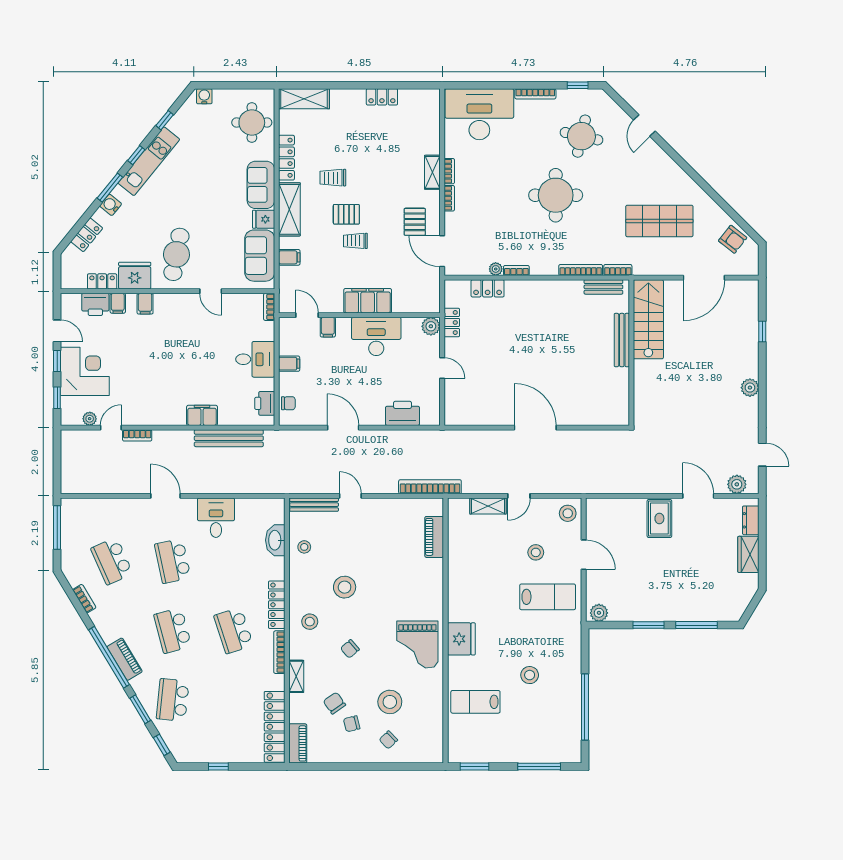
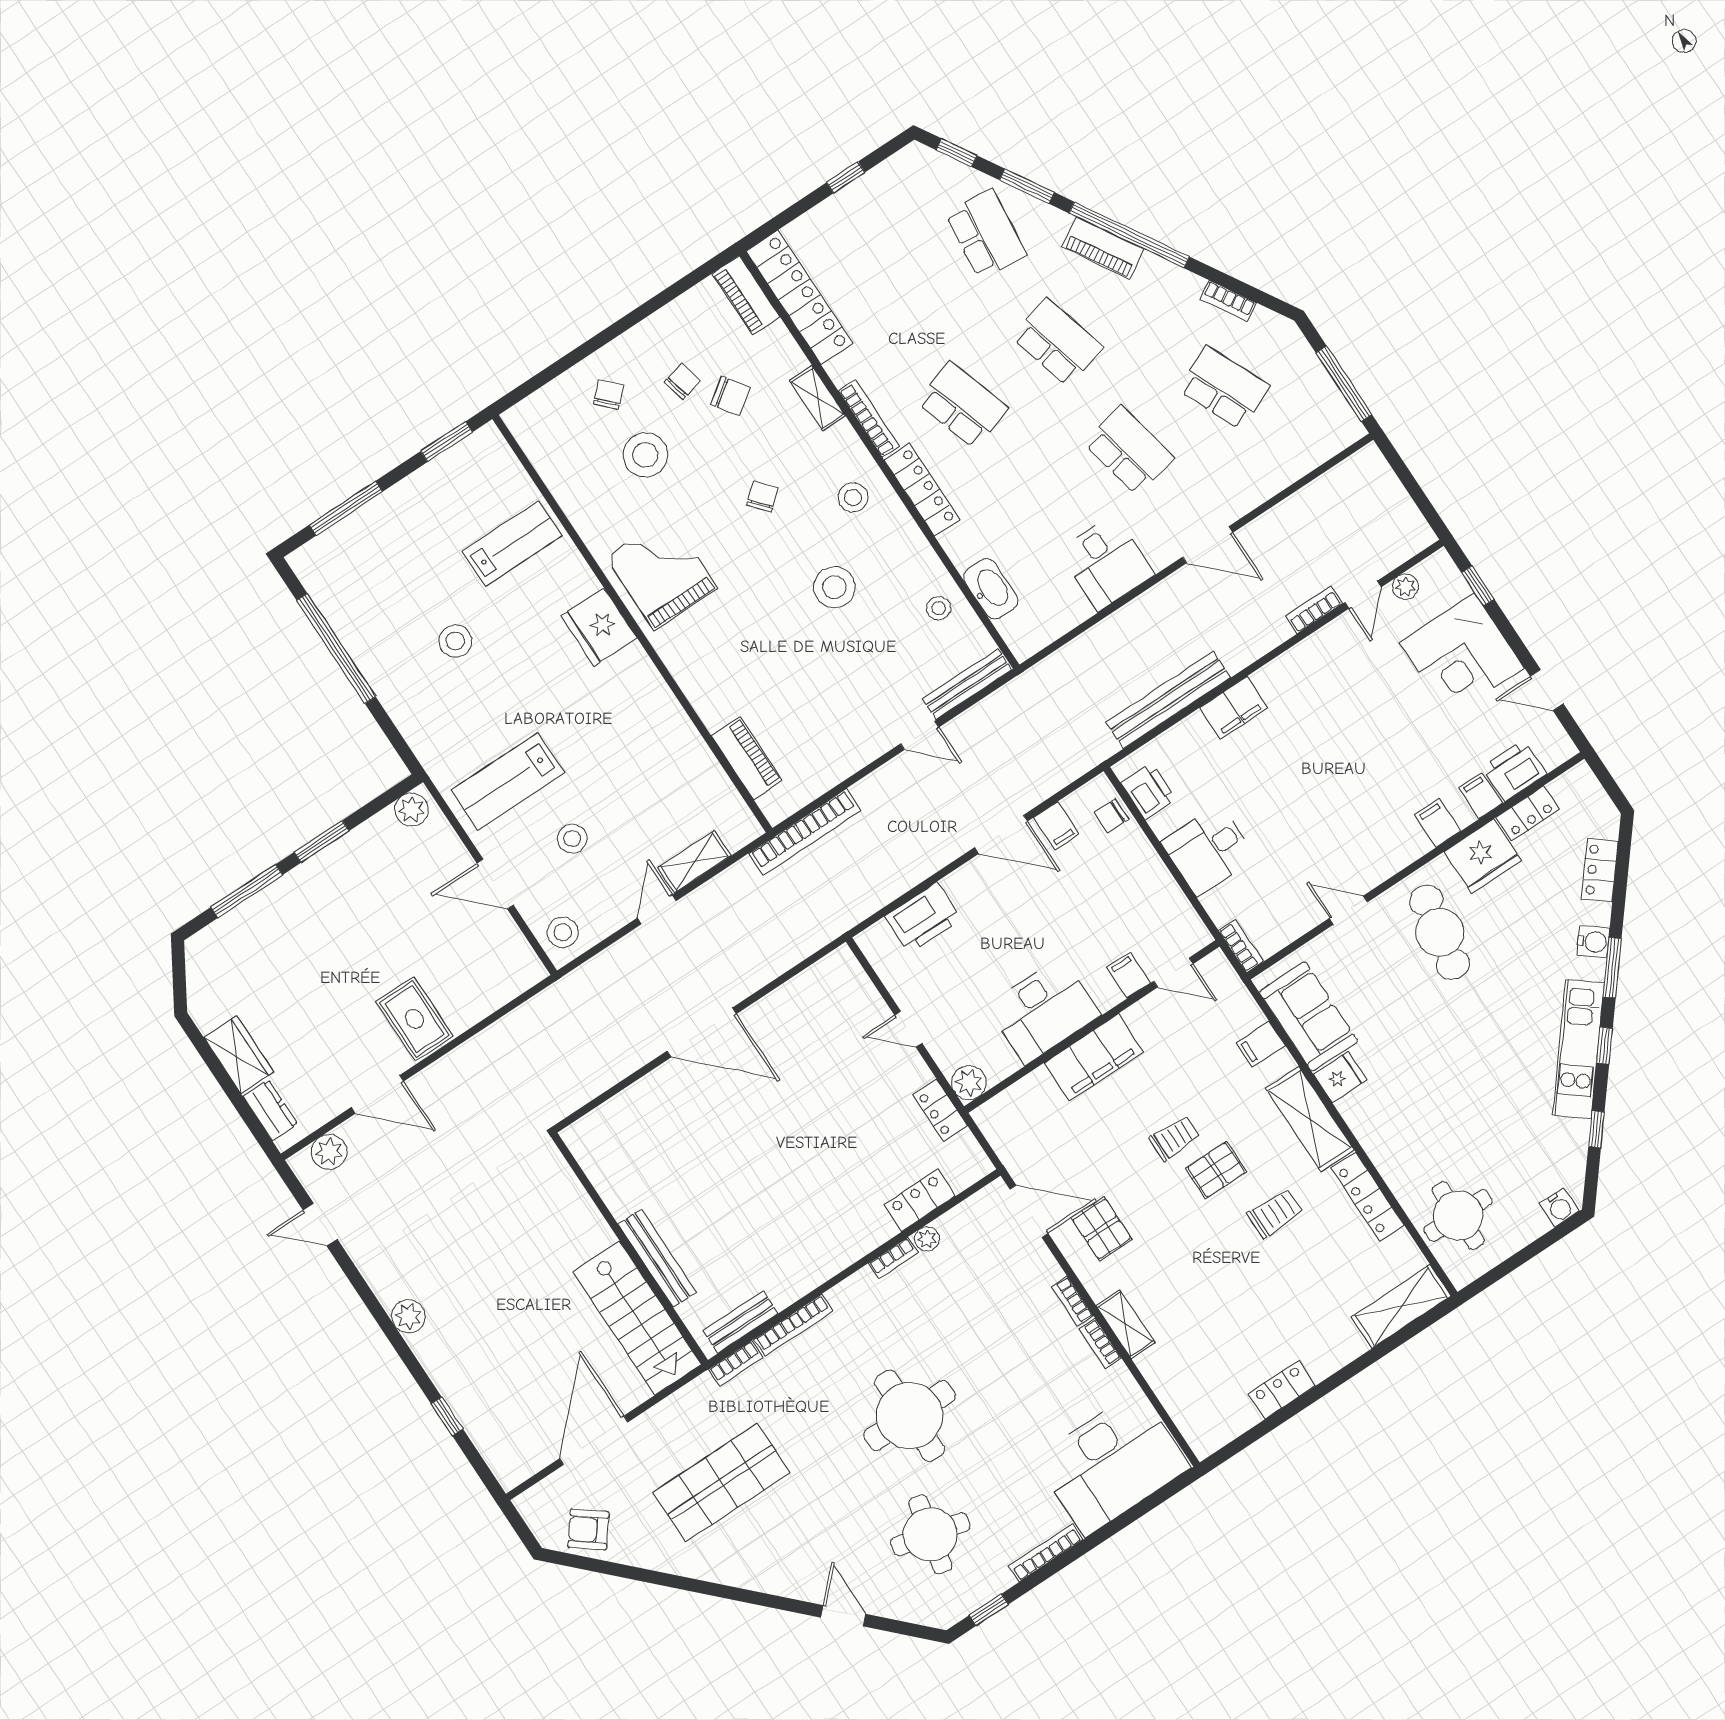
sofa: (261, 185) -> (1380, 1128), removed
window: (57, 361) -> (1516, 643), removed
filing cabinet: (289, 364) -> (1056, 826), moved, turned -90

